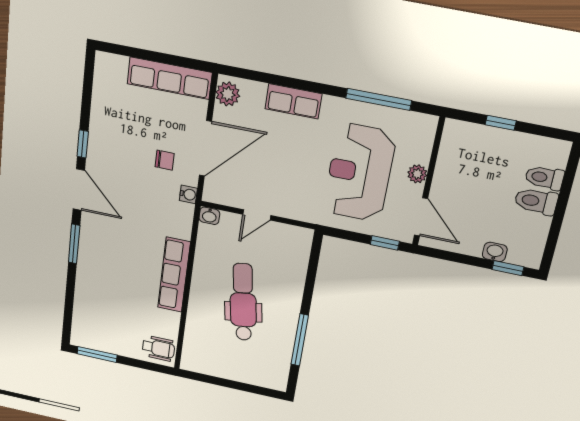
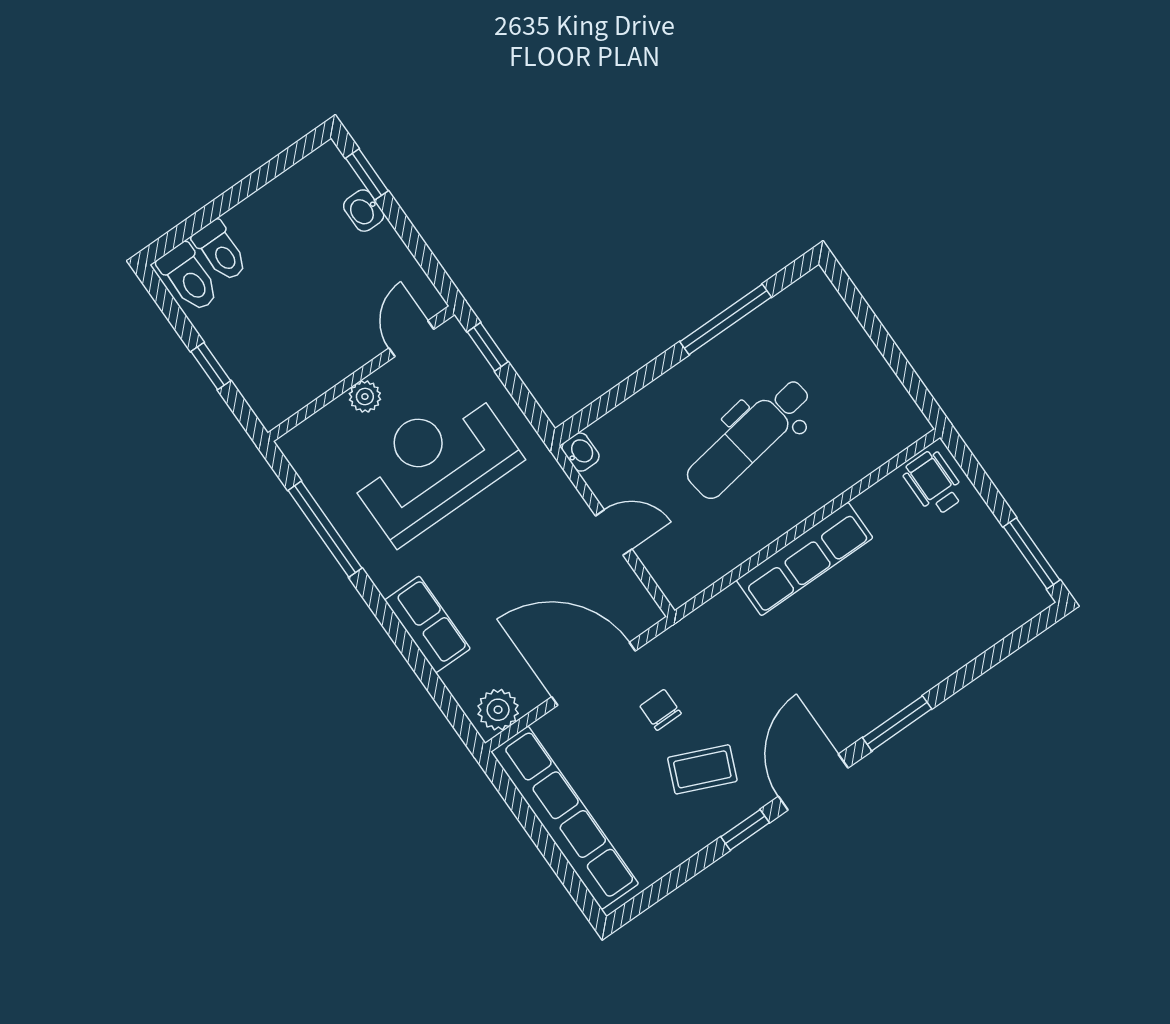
row of seats: (170, 78) -> (565, 818), width x1.36
coffee table: (124, 152) -> (702, 769), added
reception desk: (359, 173) -> (433, 464), turned 180
water cooler: (188, 194) -> (675, 640), removed
toilet: (536, 201) -> (189, 278), moved
washbasin: (209, 216) -> (581, 452), moved
door: (421, 217) -> (411, 339), width x0.73

